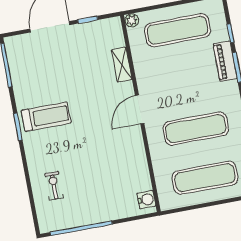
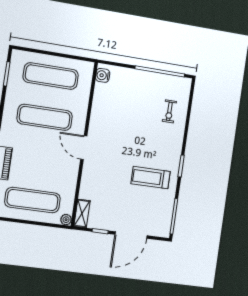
shelving: (122, 65) -> (82, 213), moved
door: (140, 109) -> (84, 148), swing flipped
treadmill: (46, 117) -> (151, 178), moved

